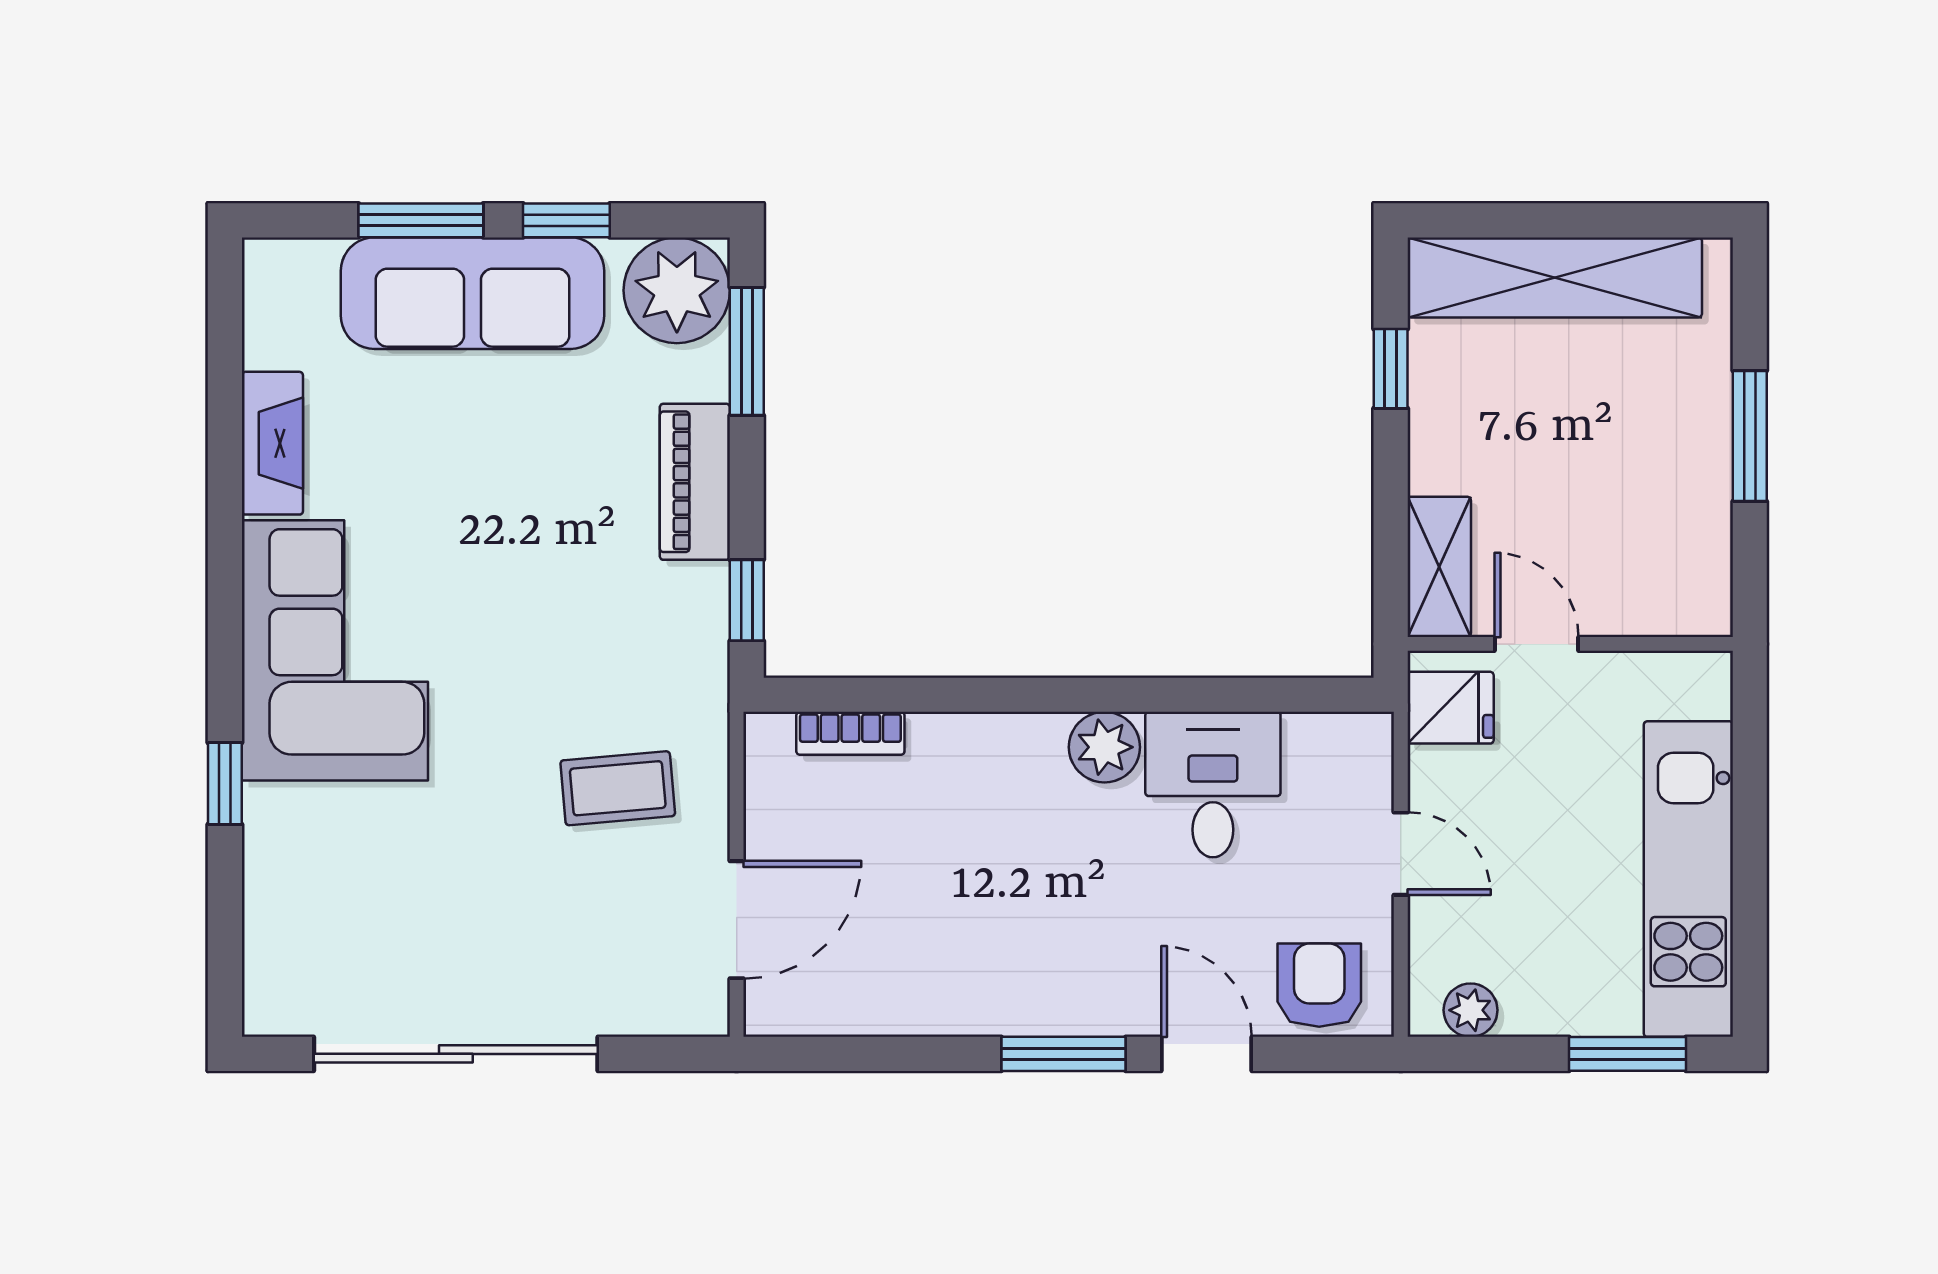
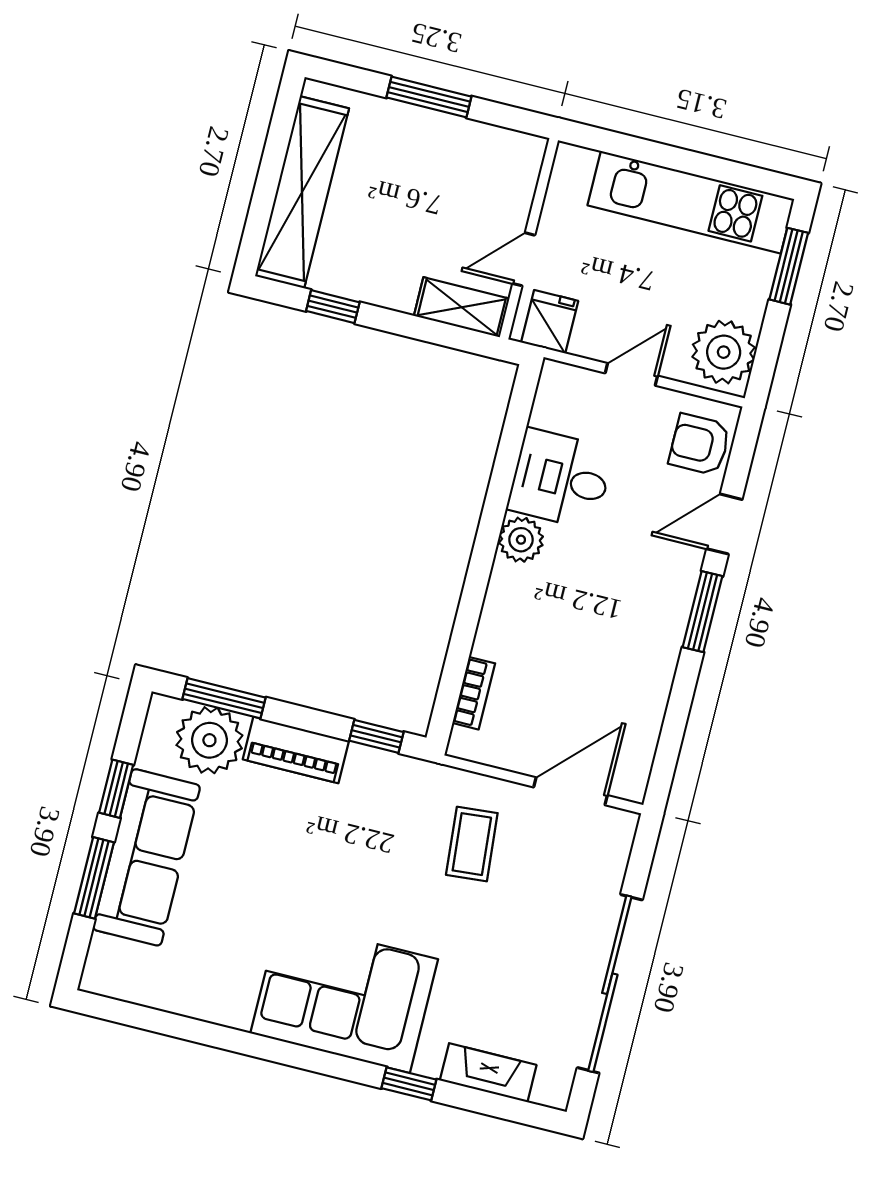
plant: (677, 290) -> (209, 740), moved
fireplace: (272, 443) -> (488, 1073), moved
door: (737, 920) -> (570, 791), hinge flipped
plant: (1471, 1010) -> (724, 352), width x1.87, depth x1.87

